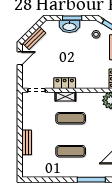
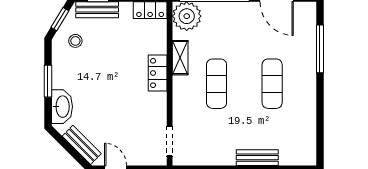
washbasin: (69, 26) -> (62, 107), moved
locker: (65, 83) -> (158, 73), moved
shelving: (65, 97) -> (180, 58), moved

